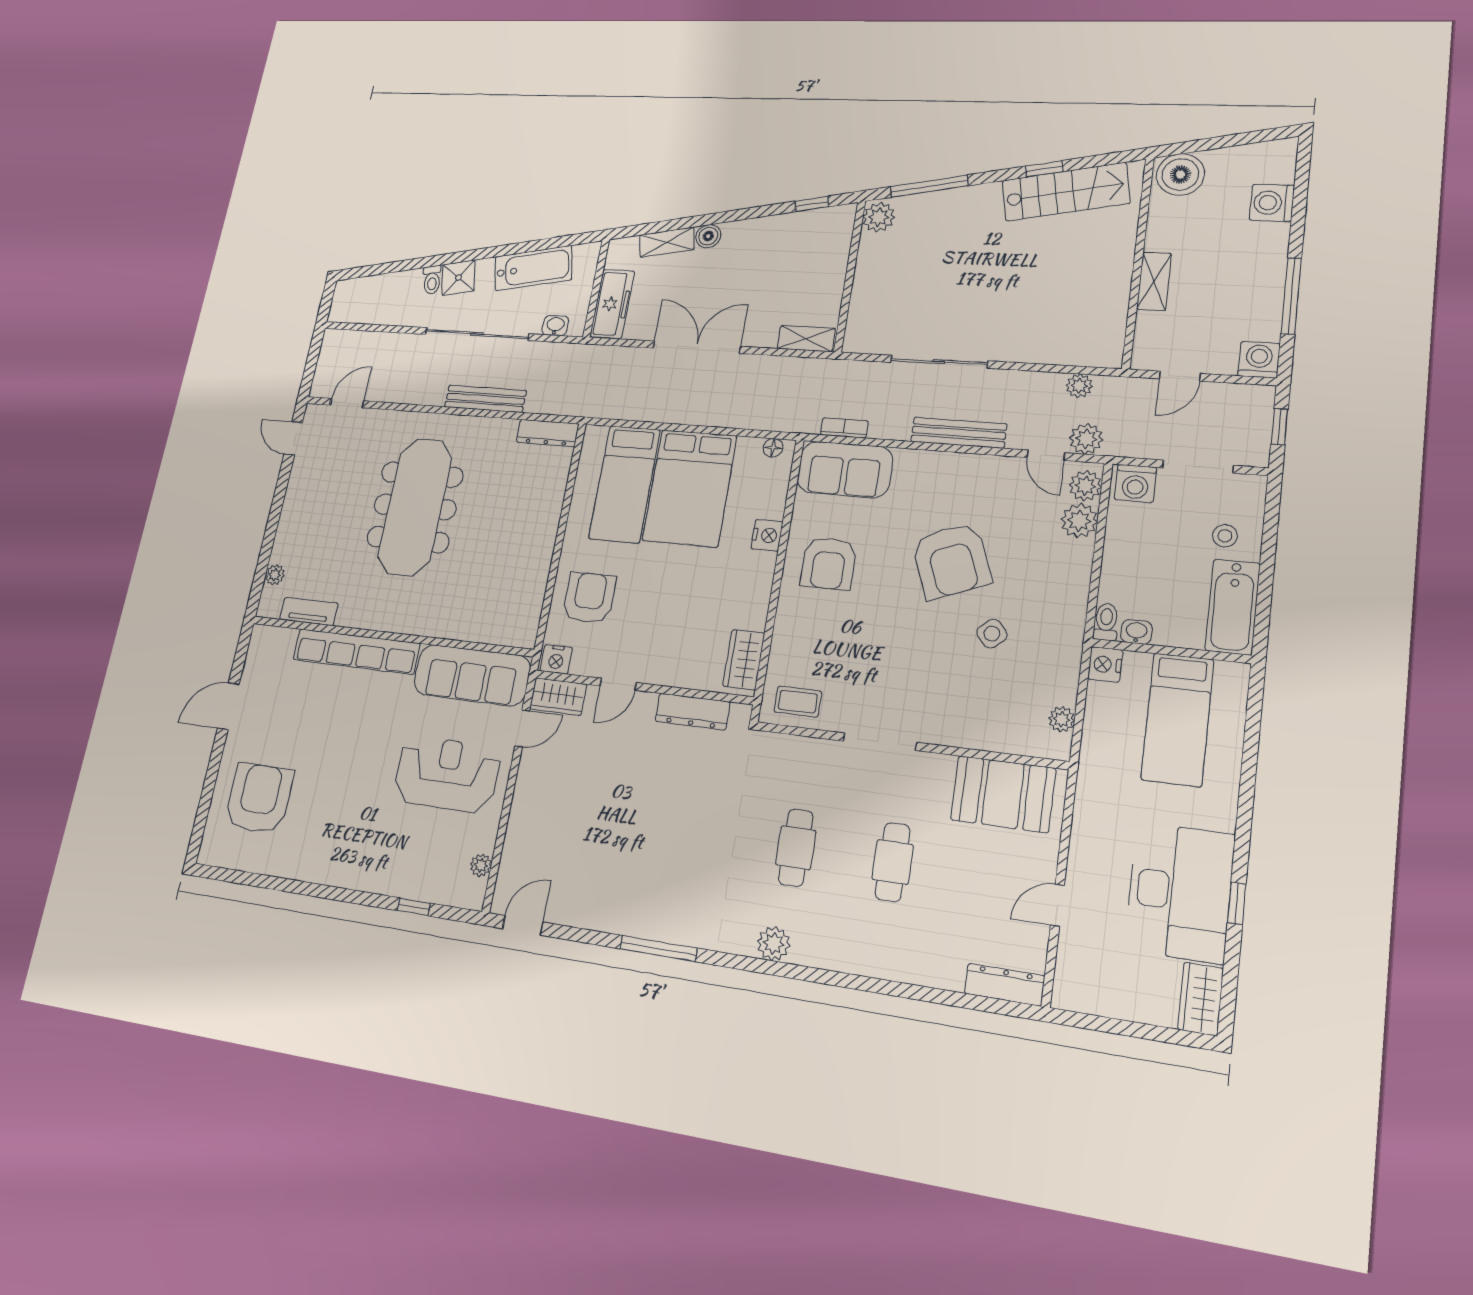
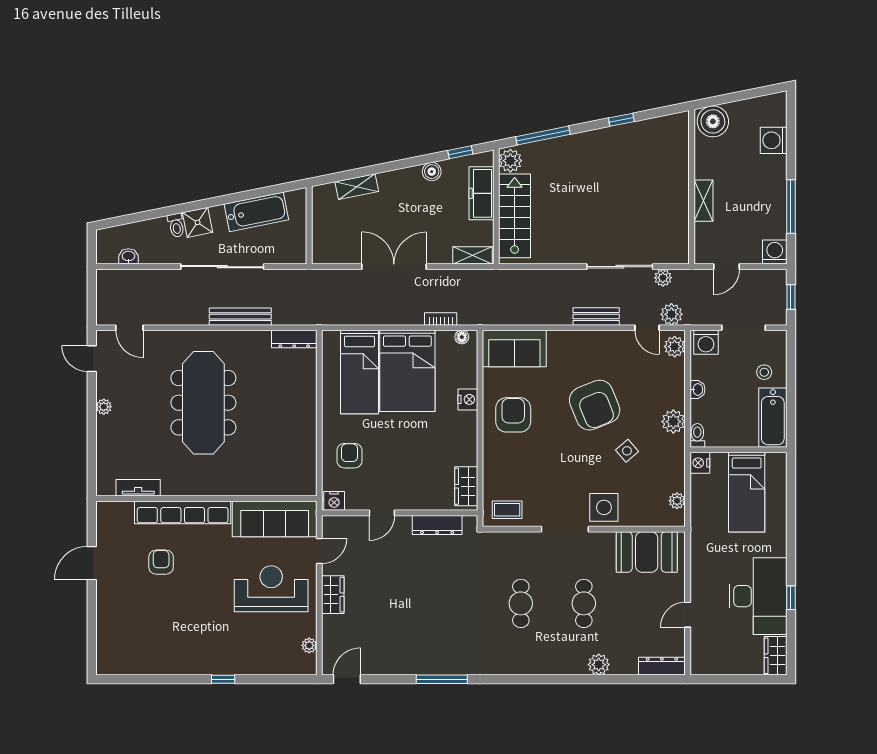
stairs: (1066, 192) -> (515, 216), moved, turned -79
boiler: (708, 236) -> (432, 172), moved
freezer: (612, 304) -> (481, 193), moved, turned 180
washbasin: (555, 326) -> (128, 256), moved
sliding door: (939, 362) -> (620, 267), moved
door: (347, 403) -> (129, 328), swing flipped
bookcase: (844, 428) -> (441, 319), moved
bench: (959, 433) -> (596, 316), width x0.73
plant: (1079, 521) -> (673, 422), moved
armchair: (829, 563) -> (513, 415), turned 180
plant: (275, 575) -> (104, 407), moved
armchair: (589, 598) -> (349, 456), width x0.72, depth x0.72
washbasin: (1136, 632) -> (697, 389), moved, turned 90
wardrobe: (558, 697) -> (333, 595), moved, turned -90
side table: (945, 716) -> (604, 507), added
armchair: (259, 798) -> (161, 562), moved, width x0.53, depth x0.53
window: (414, 907) -> (223, 679), moved
plant: (774, 944) -> (599, 665), moved

